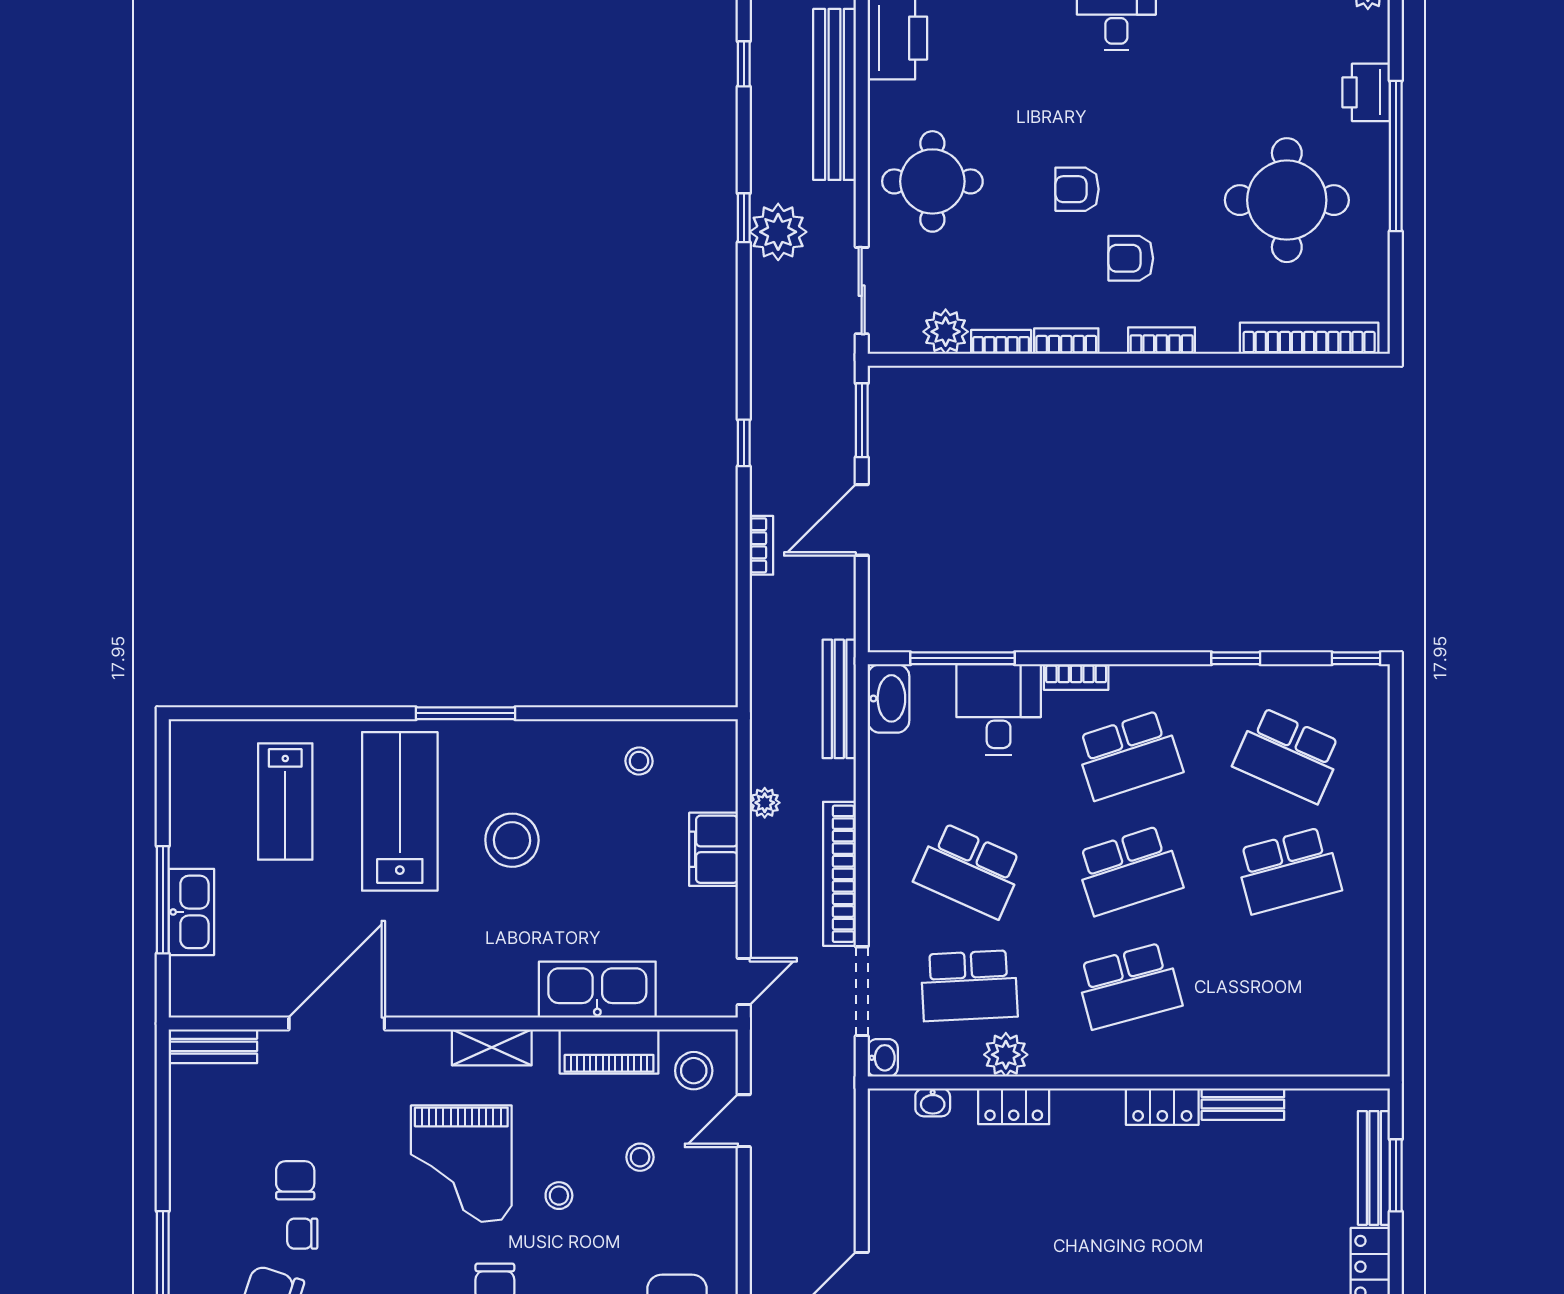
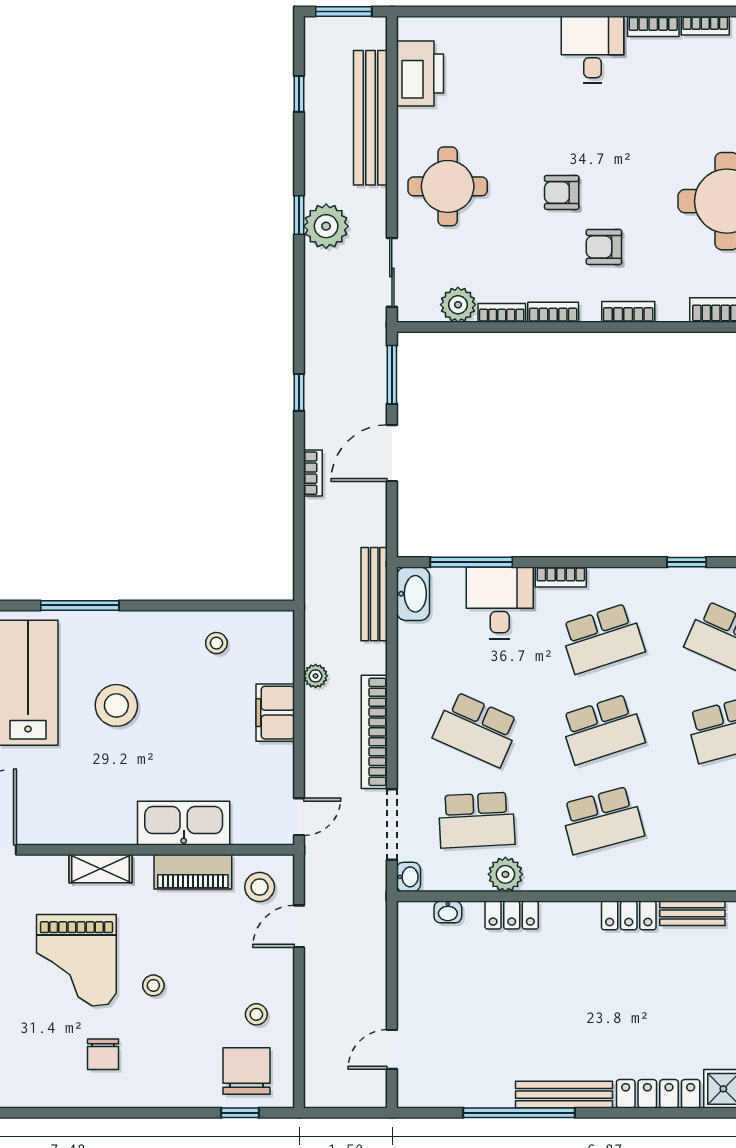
stool: (640, 1157) -> (256, 1014), moved

